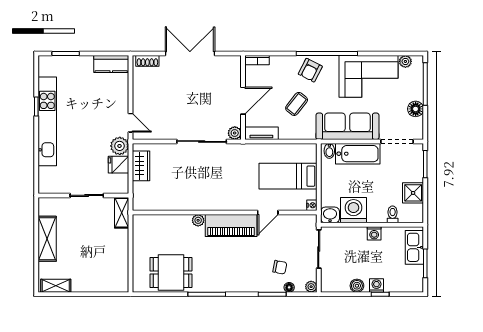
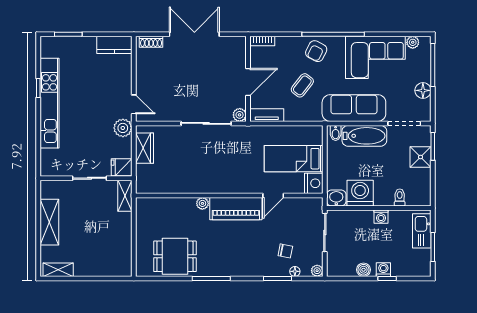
fridge: (118, 165) -> (122, 167), moved
shower: (413, 193) -> (420, 157), moved
nightstand: (312, 205) -> (314, 183), width x1.89, depth x1.79

